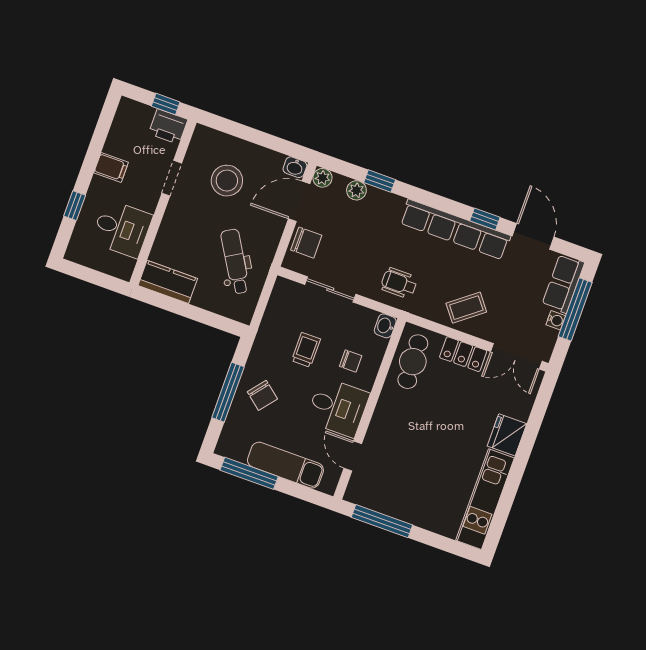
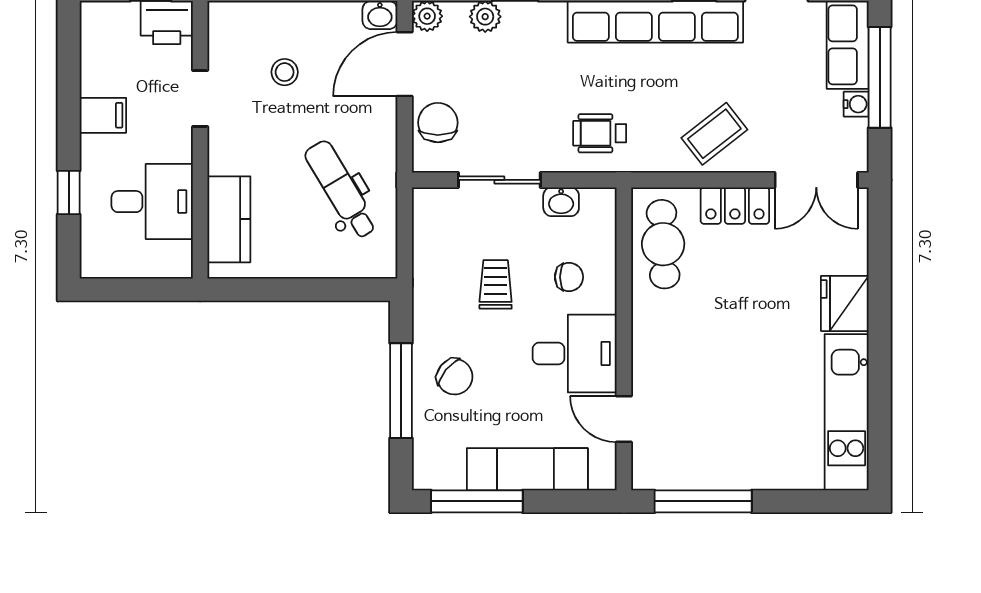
stool: (227, 181) -> (285, 72), width x0.53, depth x0.53
chair: (306, 243) -> (438, 123), turned -90
kitchen counter: (168, 282) -> (229, 219), moved, turned 90
washbasin: (385, 326) -> (561, 202), moved, turned -90

